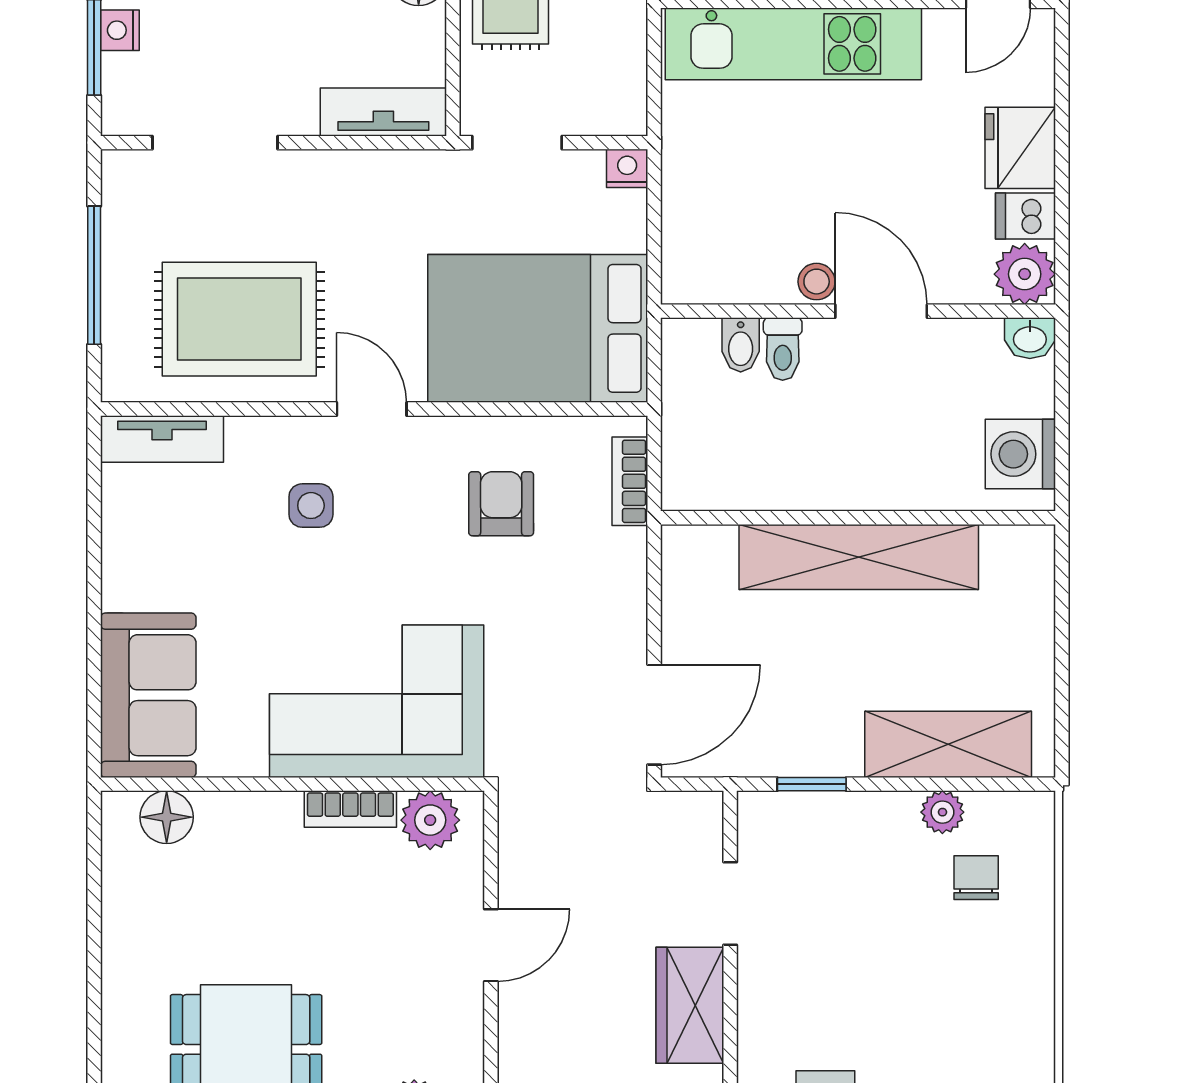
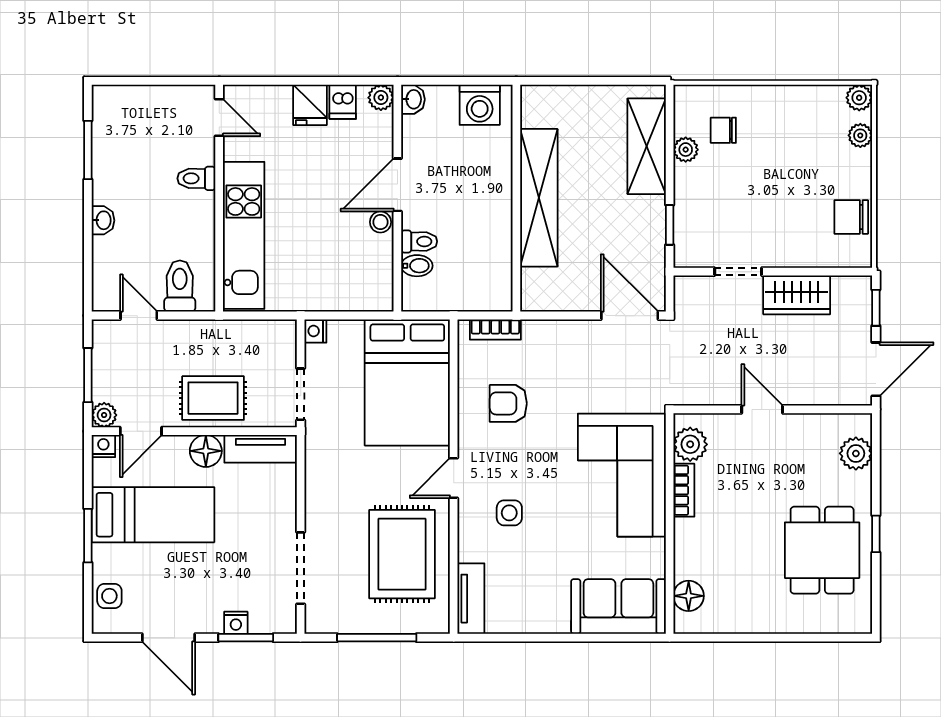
tv unit: (383, 112) -> (261, 449), moved, turned -90
fridge: (1020, 148) -> (310, 105), width x0.72
plant: (1025, 274) -> (381, 98), width x0.73, depth x0.73

